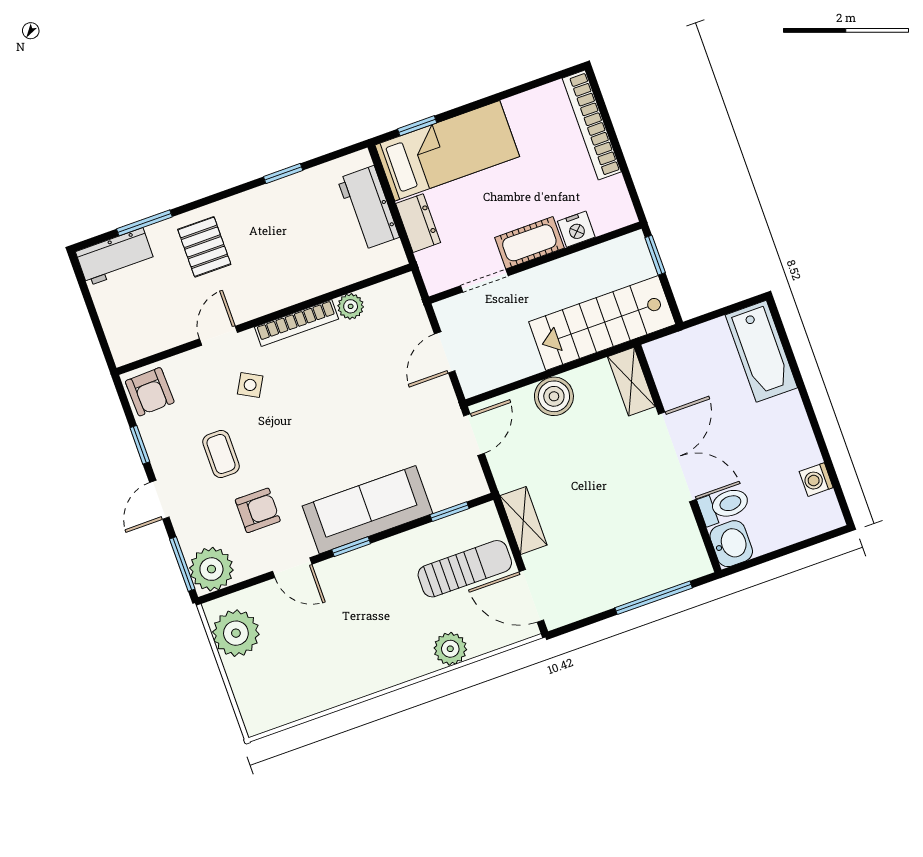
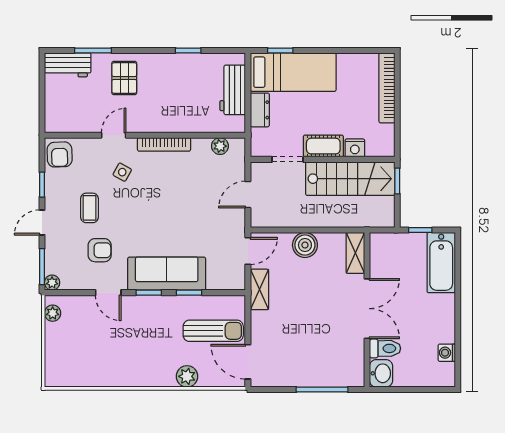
plant: (351, 306) -> (220, 146), moved
window: (714, 315) -> (420, 230), added
stairs: (602, 323) -> (350, 179), moved, turned 180
window: (449, 512) -> (189, 293), moved
shelving: (523, 520) -> (259, 289), moved
plant: (211, 569) -> (52, 283), width x0.53, depth x0.53
plant: (236, 633) -> (53, 313), width x0.53, depth x0.53

